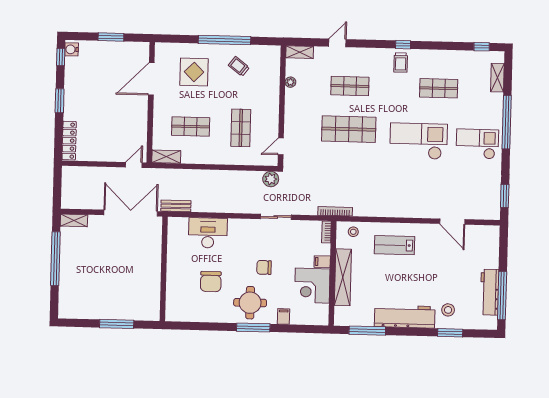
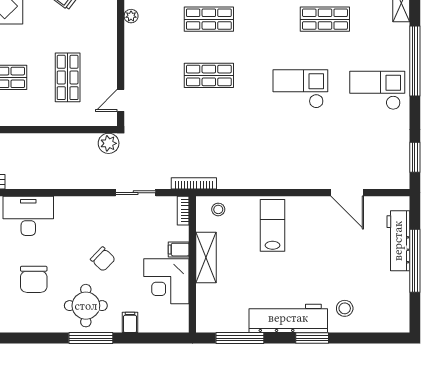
shop shelf: (349, 129) -> (209, 75), width x0.70, depth x0.74
checkout: (419, 141) -> (300, 89), width x0.73, depth x0.83
sliding door: (276, 217) -> (136, 193), moved
lab bench: (394, 245) -> (273, 225), turned 90
chair: (264, 267) -> (103, 259), turned -136
shelving: (343, 277) -> (206, 257), width x0.68
workbench: (490, 292) -> (398, 241), moved
window: (502, 296) -> (415, 261), moved
window: (450, 333) -> (312, 338), moved

